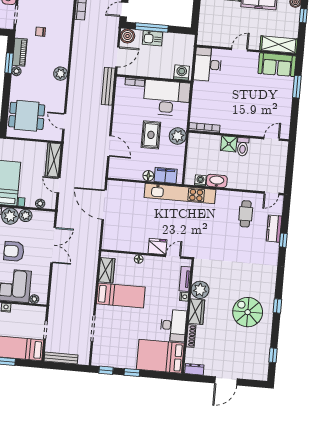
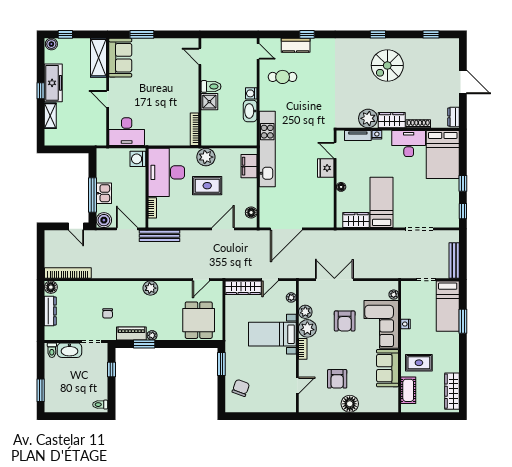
floor lamp: (148, 176) -> (251, 212), moved
washing machine: (200, 180) -> (251, 93), moved

